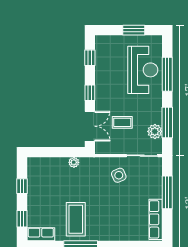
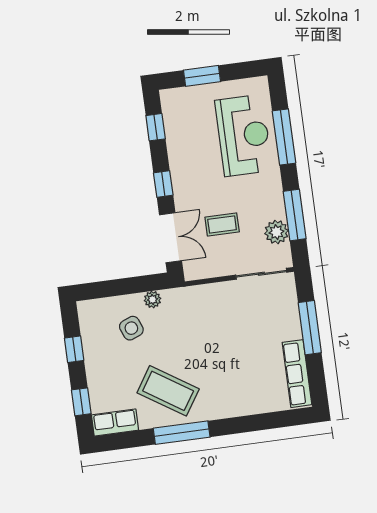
window: (134, 30) -> (202, 76), moved
side table: (119, 175) -> (131, 328), moved
coffee table: (76, 219) -> (168, 391), turned -57

